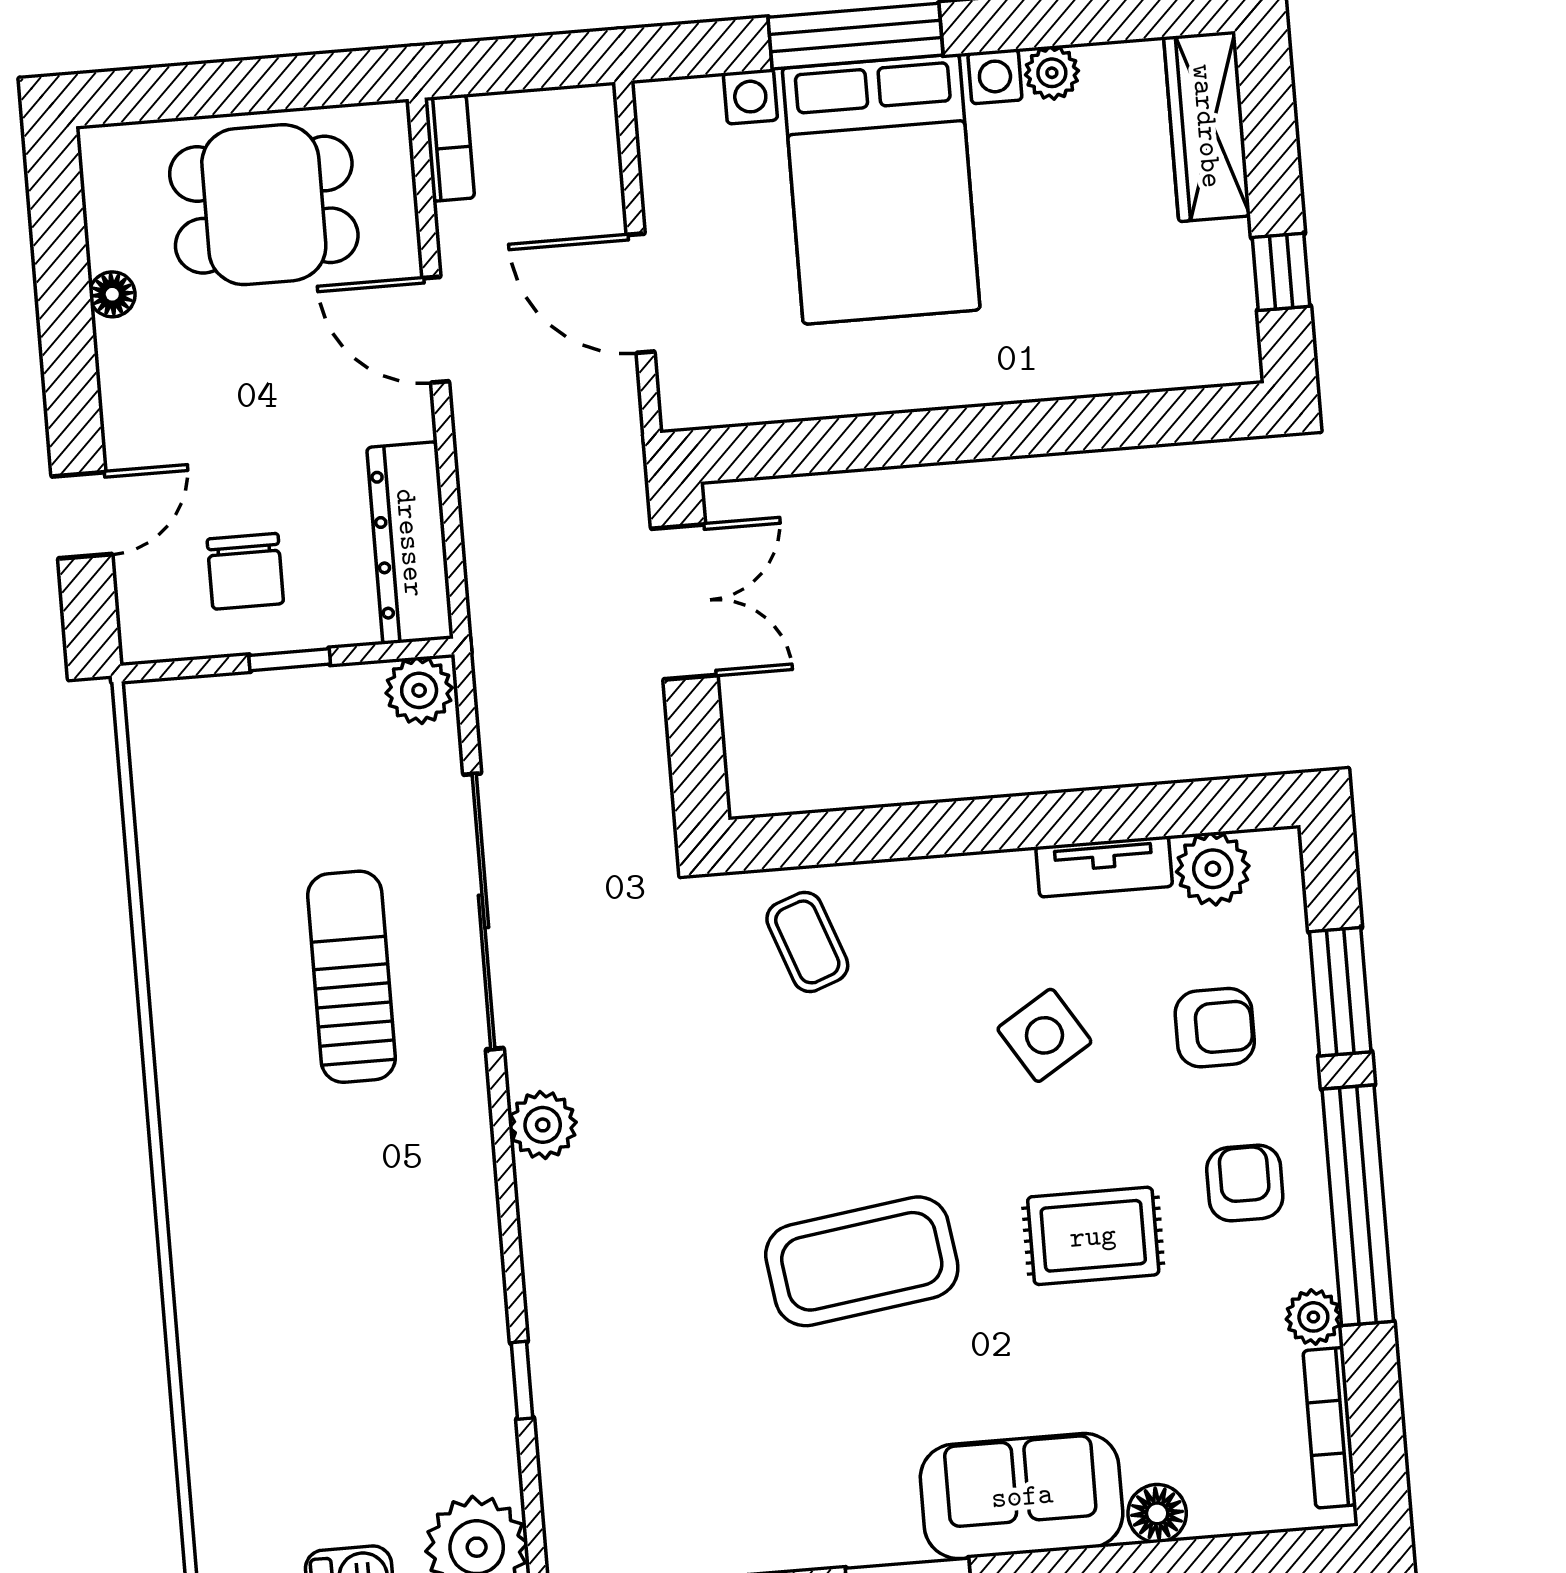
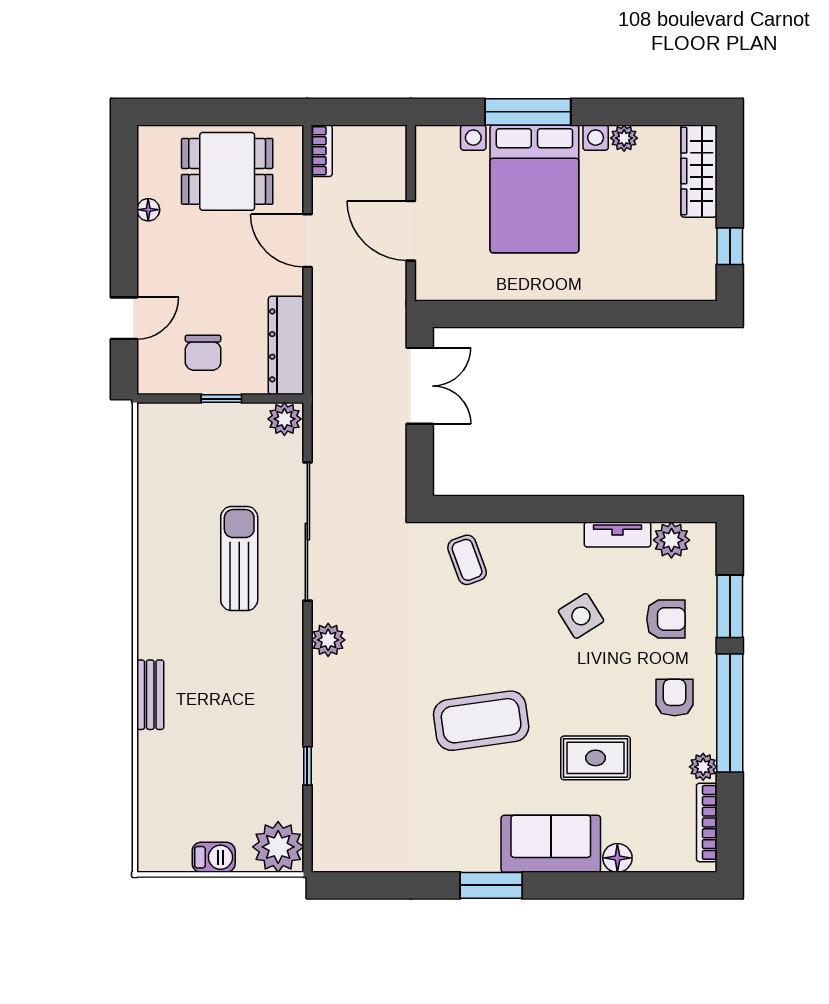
rug: (1093, 1236) -> (596, 758), moved
bench: (196, 1264) -> (150, 695), added

